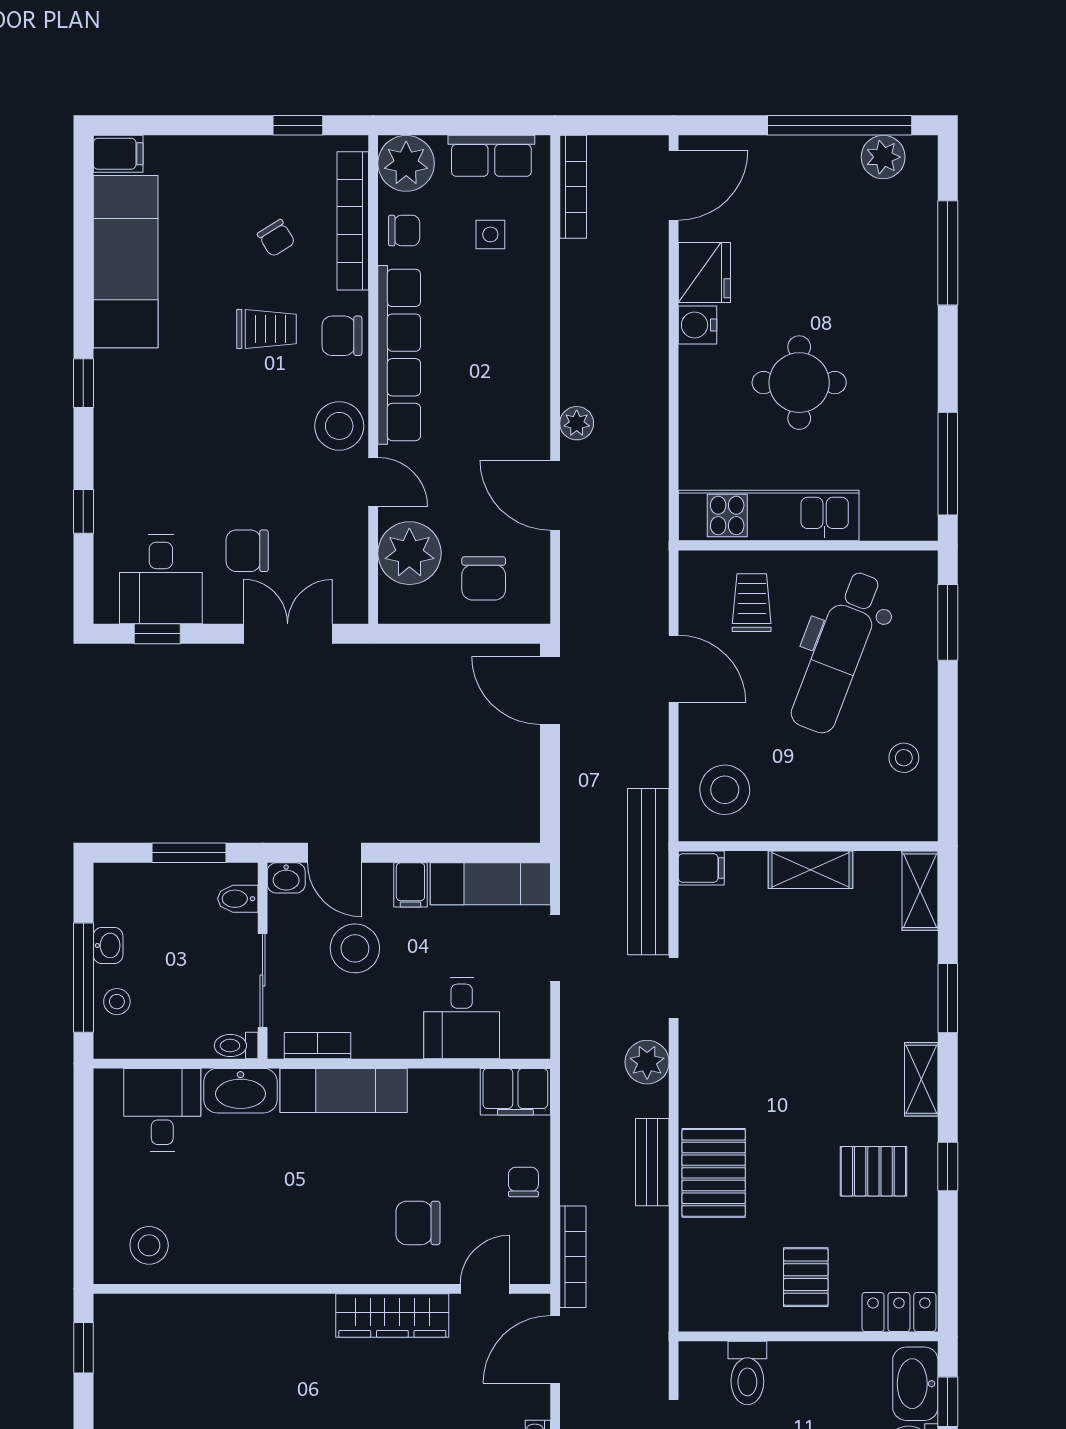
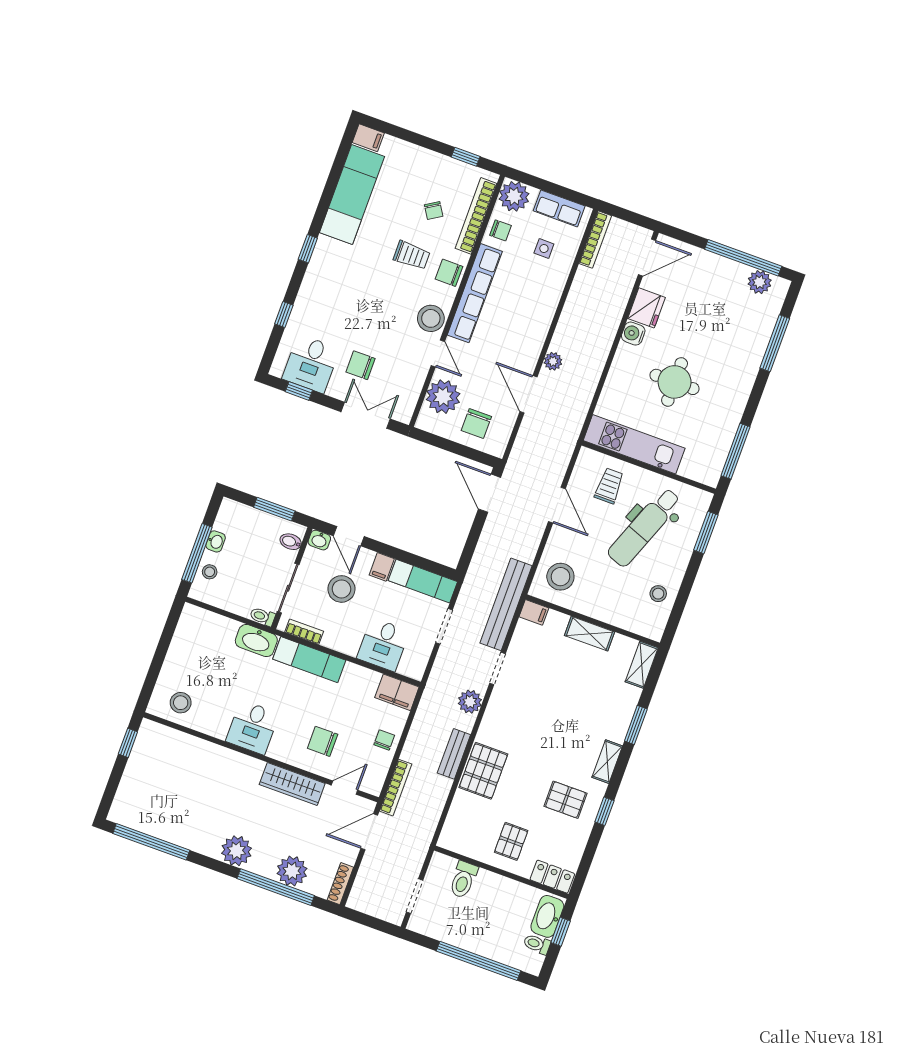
desk: (162, 1110) -> (252, 727), moved, turned 180

